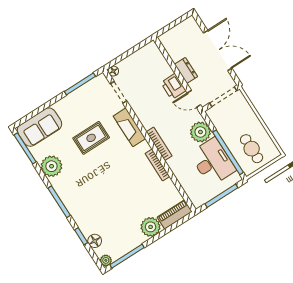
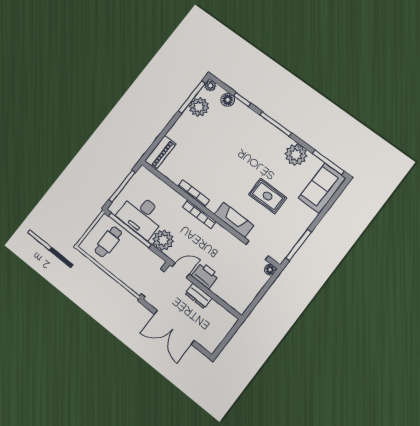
rug: (91, 138) -> (268, 196), turned 90
cafe table: (252, 149) -> (108, 242), turned 90
plant: (151, 227) -> (199, 107), moved

